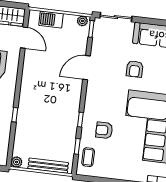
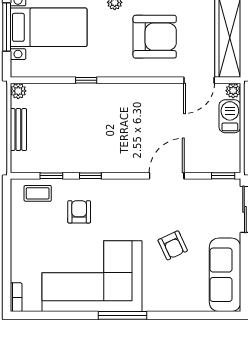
plant: (82, 21) -> (233, 91), moved
door: (87, 68) -> (167, 176), hinge flipped
armchair: (135, 69) -> (173, 245), turned -115
bench: (48, 166) -> (18, 130), width x0.73

